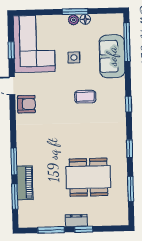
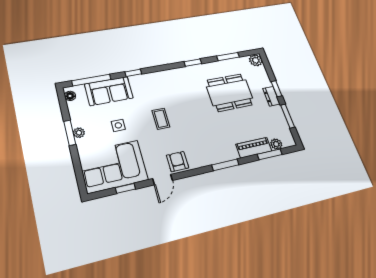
floor lamp: (85, 19) -> (70, 96), moved
coffee table: (85, 97) -> (161, 119), moved
window: (128, 104) -> (133, 73), moved
window: (14, 161) -> (225, 165), moved
dining table: (88, 177) -> (230, 93), turned 90
plant: (24, 207) -> (276, 144), added
plant: (121, 218) -> (256, 60), added

